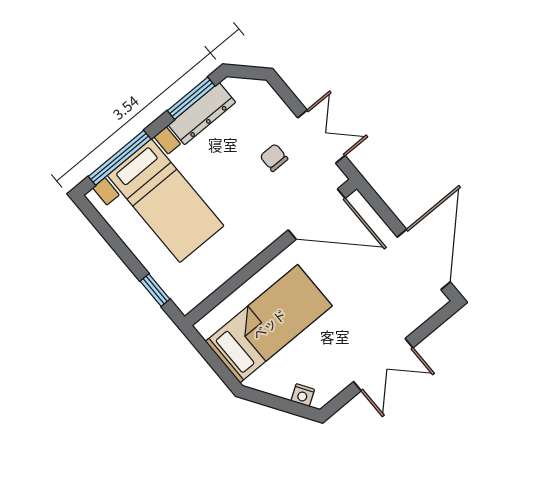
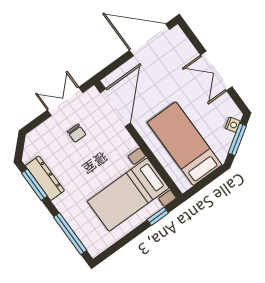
chair: (274, 158) -> (77, 133), turned -90
bed with nightstands: (166, 201) -> (128, 195), moved, turned 180
double door: (383, 365) -> (216, 71), swing flipped
window: (281, 404) -> (237, 139), added

